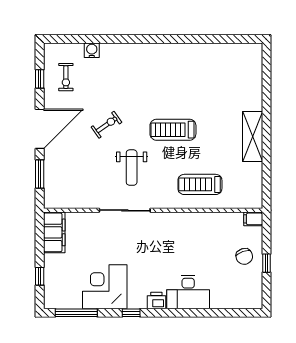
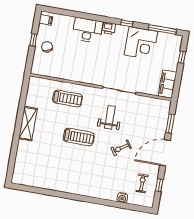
filing cabinet: (253, 219) -> (46, 20), moved

